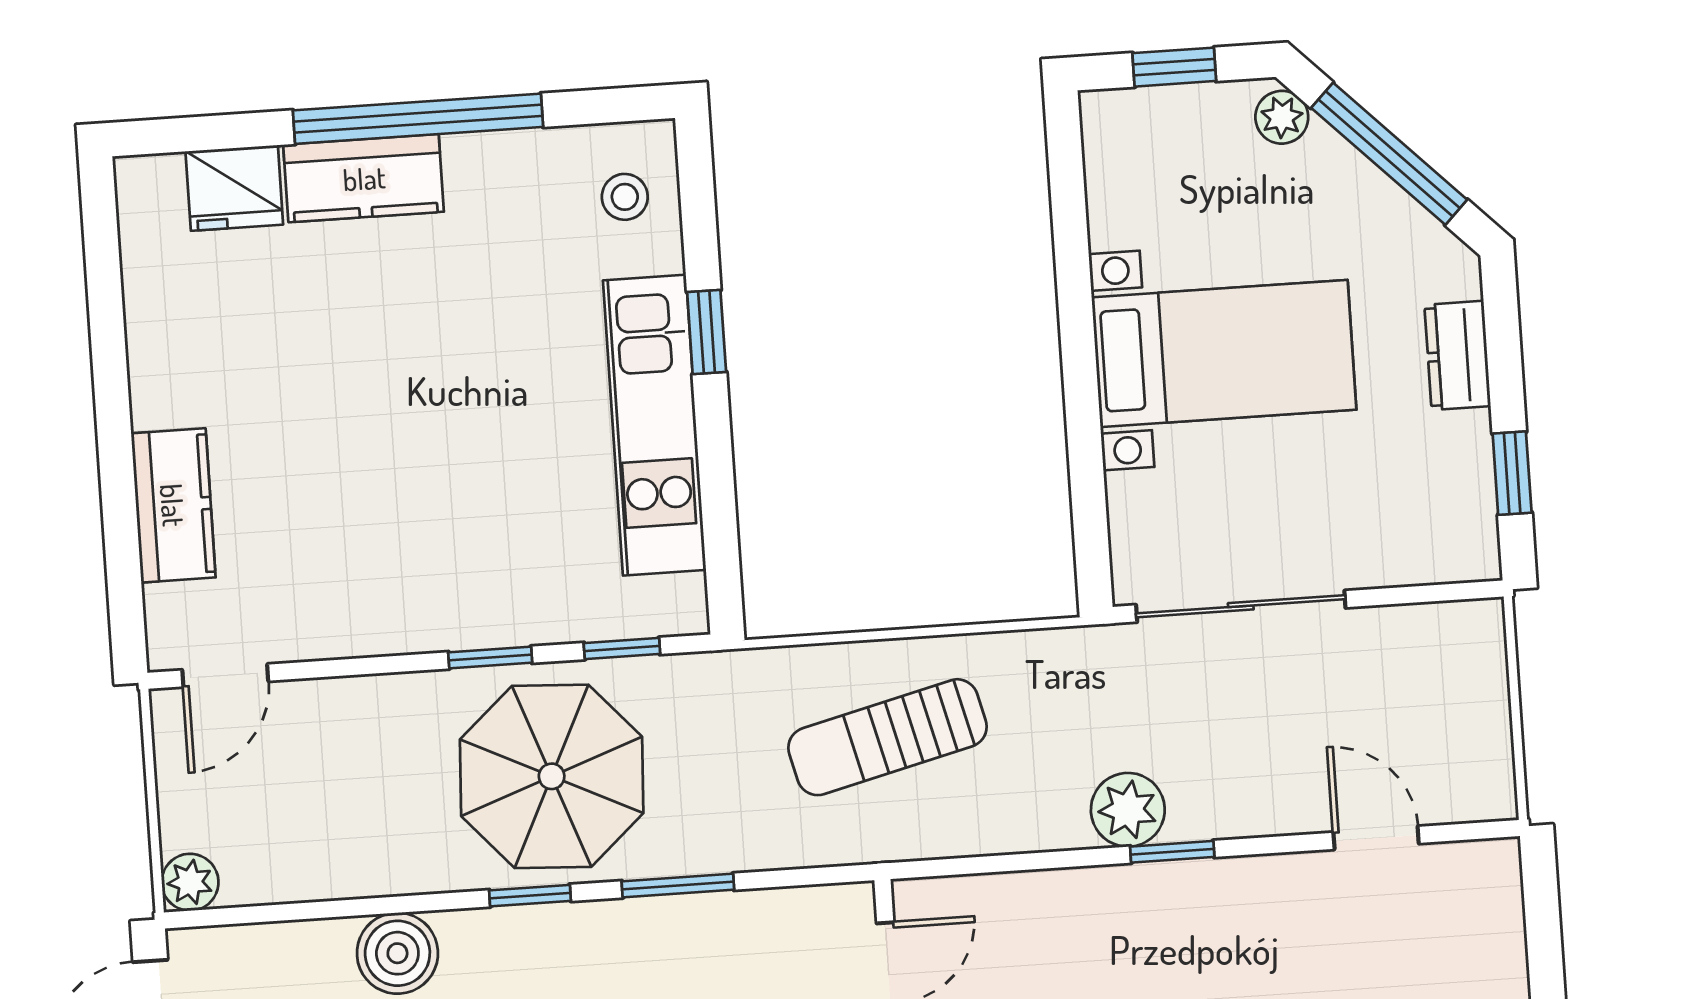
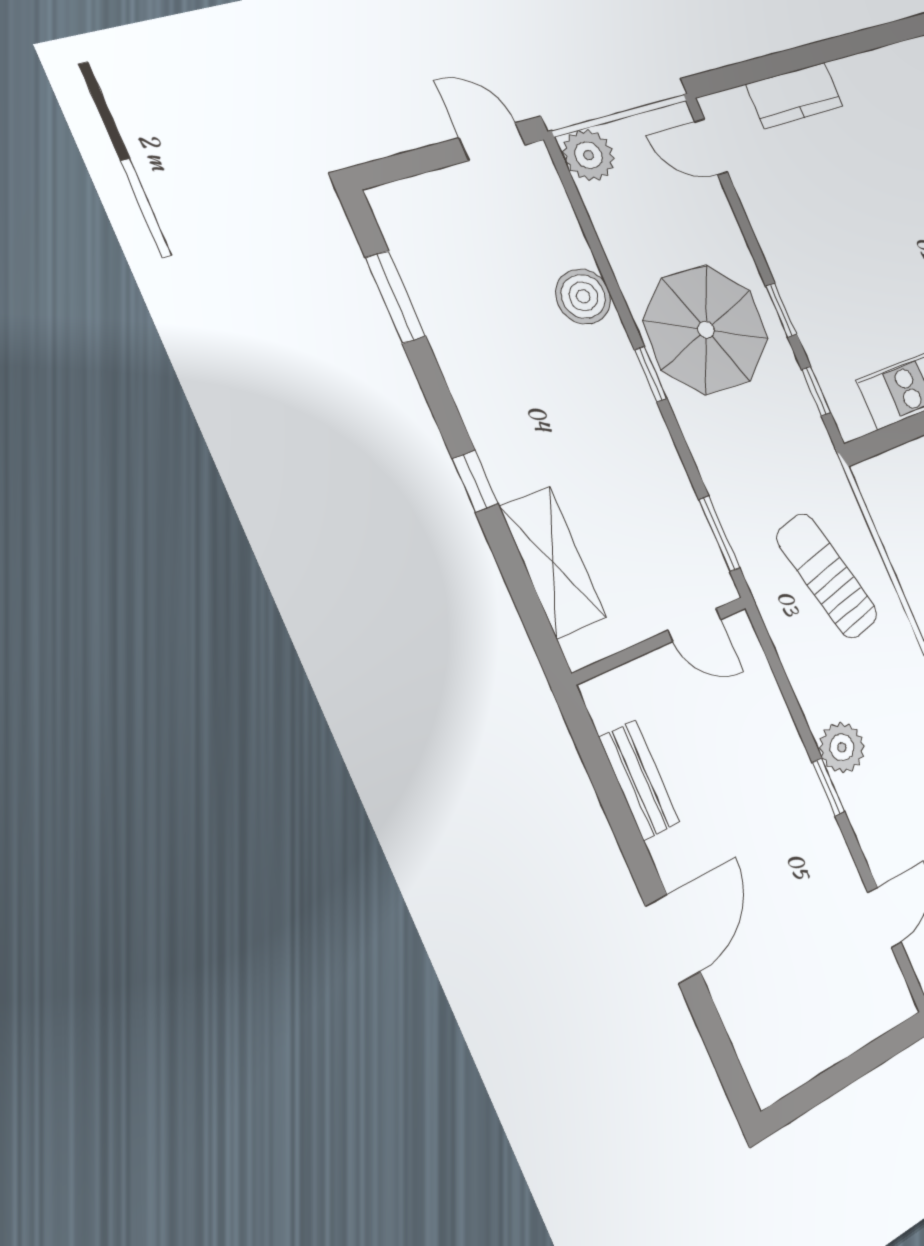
parasol: (552, 776) -> (706, 330), moved
plant: (190, 882) -> (589, 155), width x1.38, depth x1.38
window: (678, 885) -> (719, 534), moved

